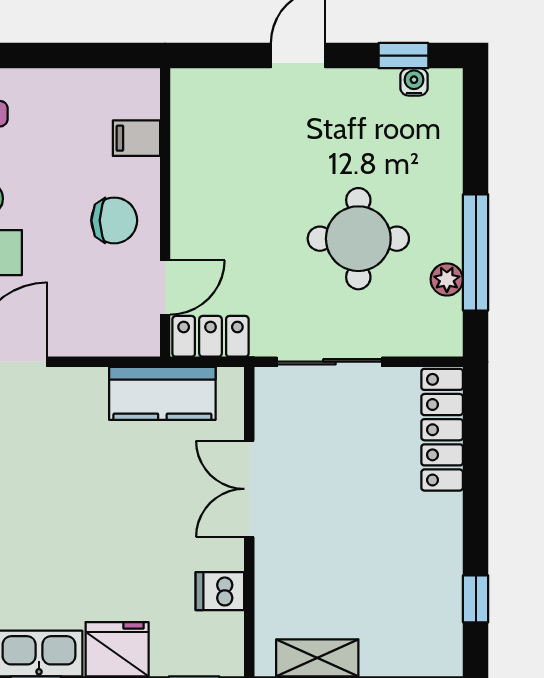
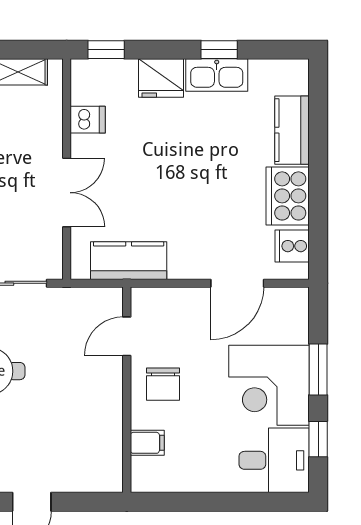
chair: (114, 220) -> (163, 384), turned -90
locker: (211, 336) -> (94, 301), removed

